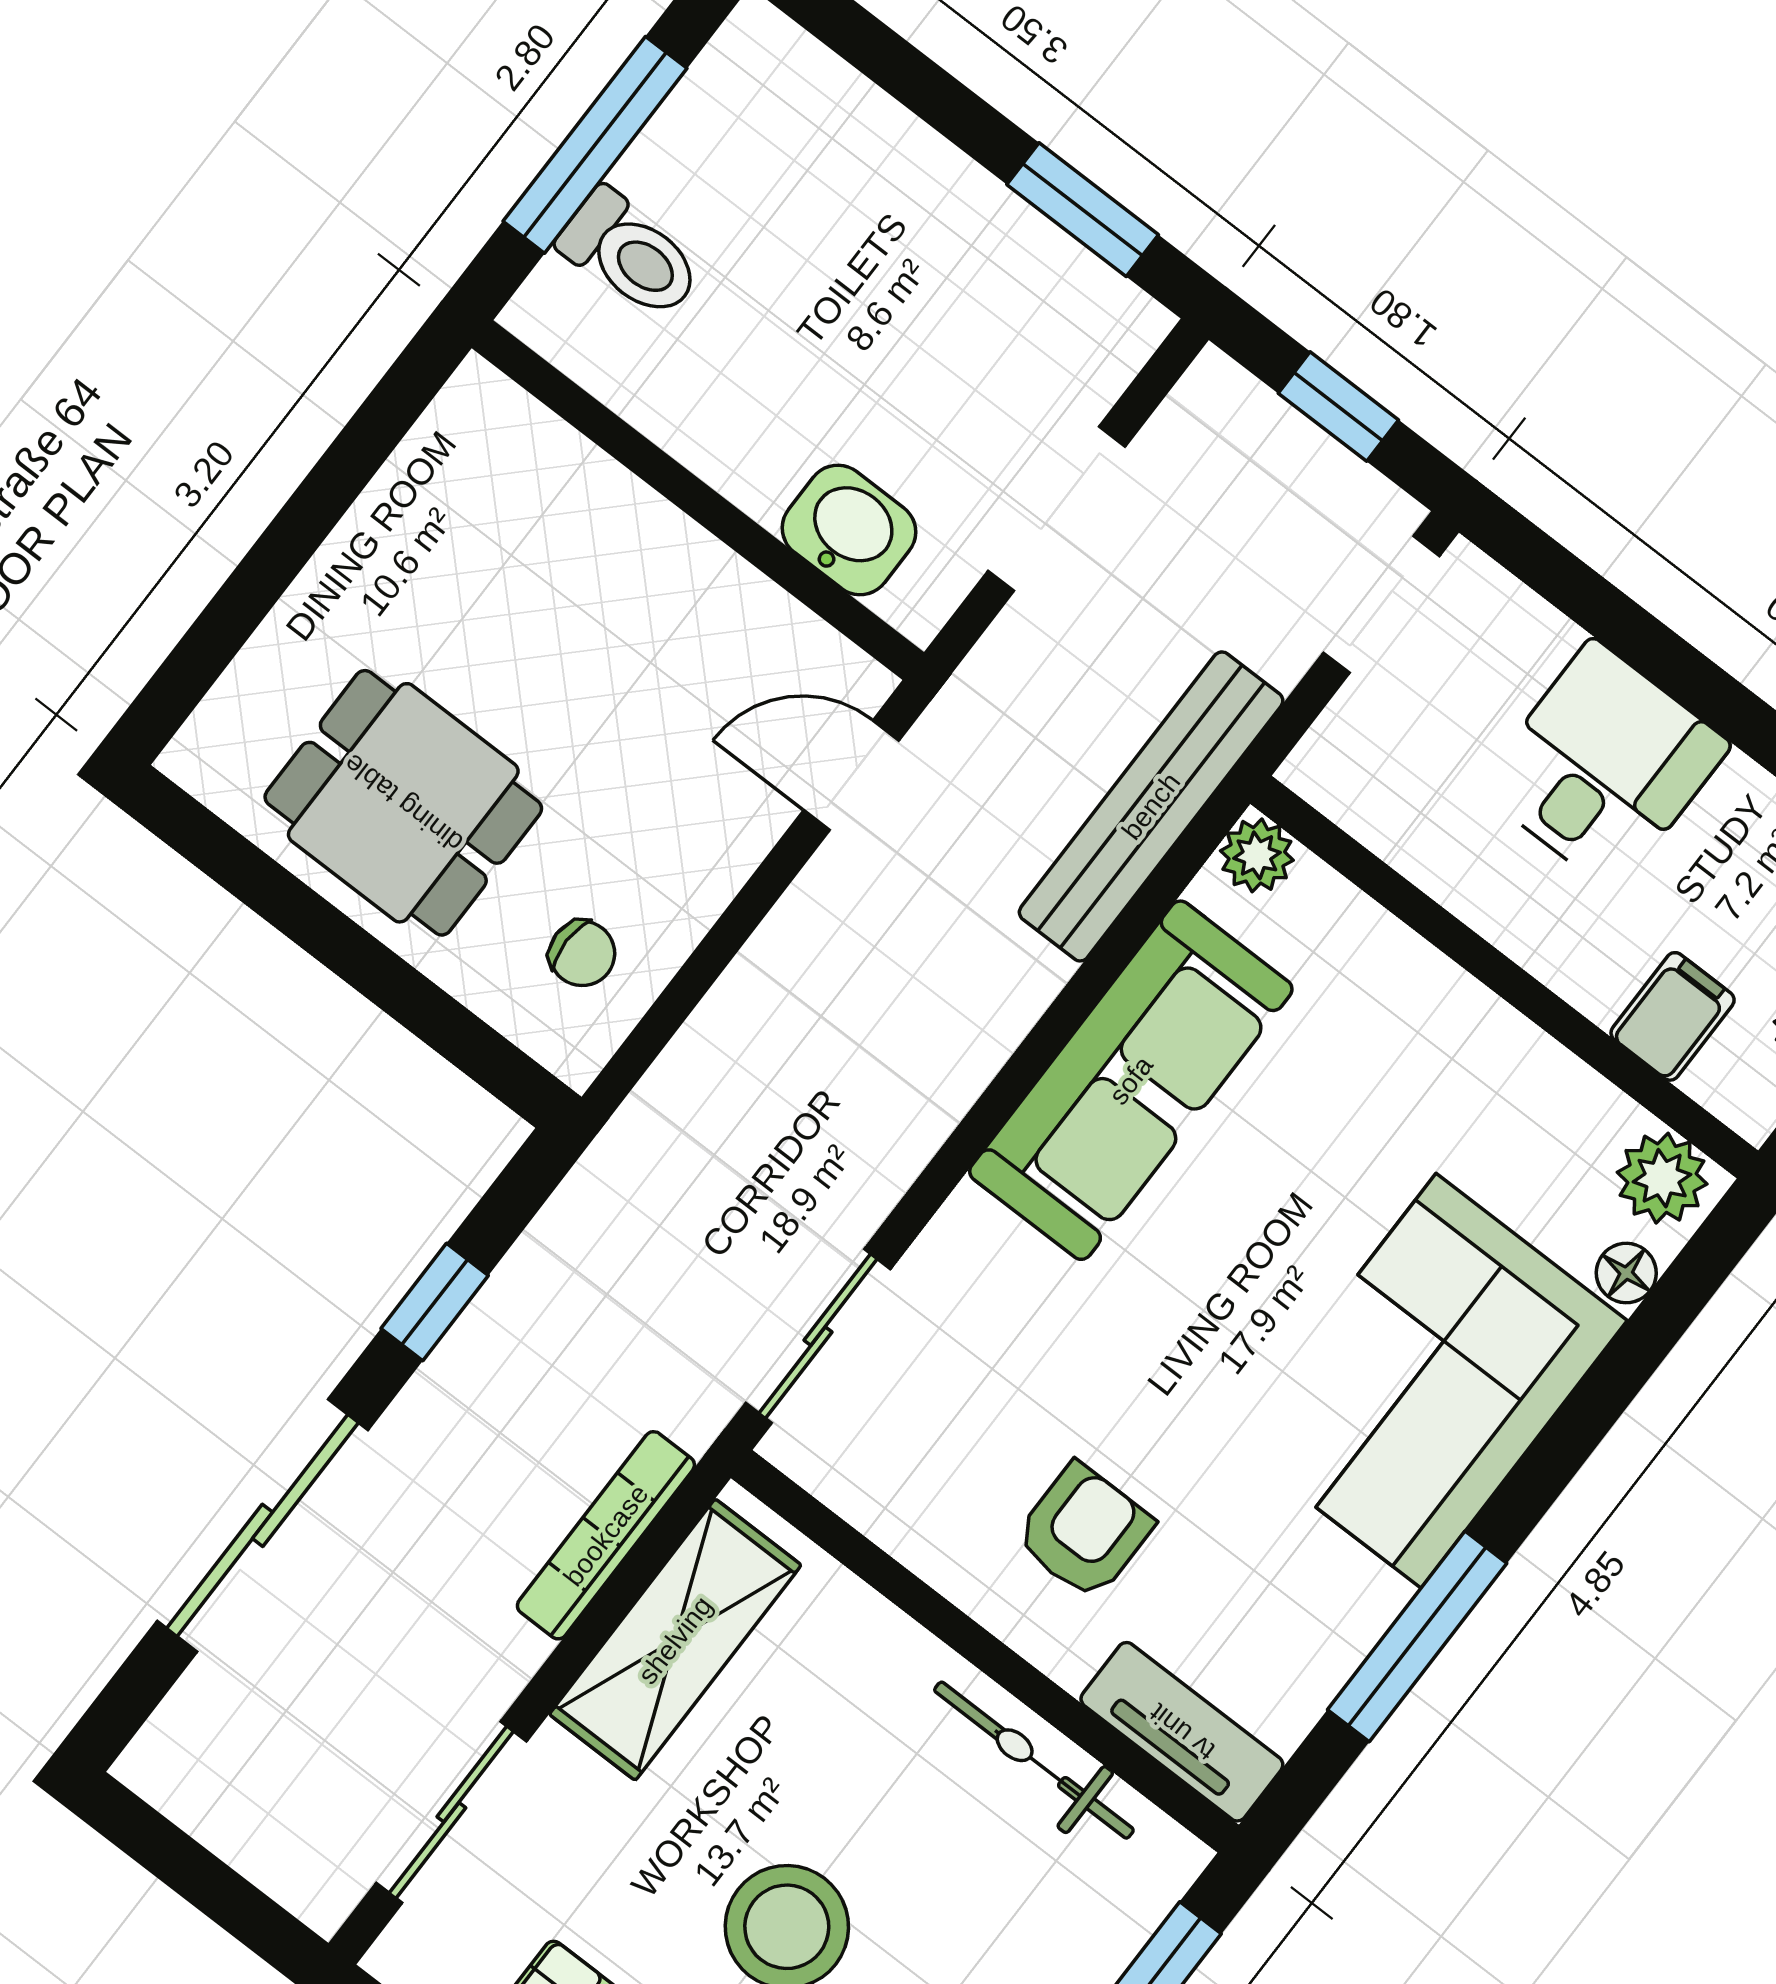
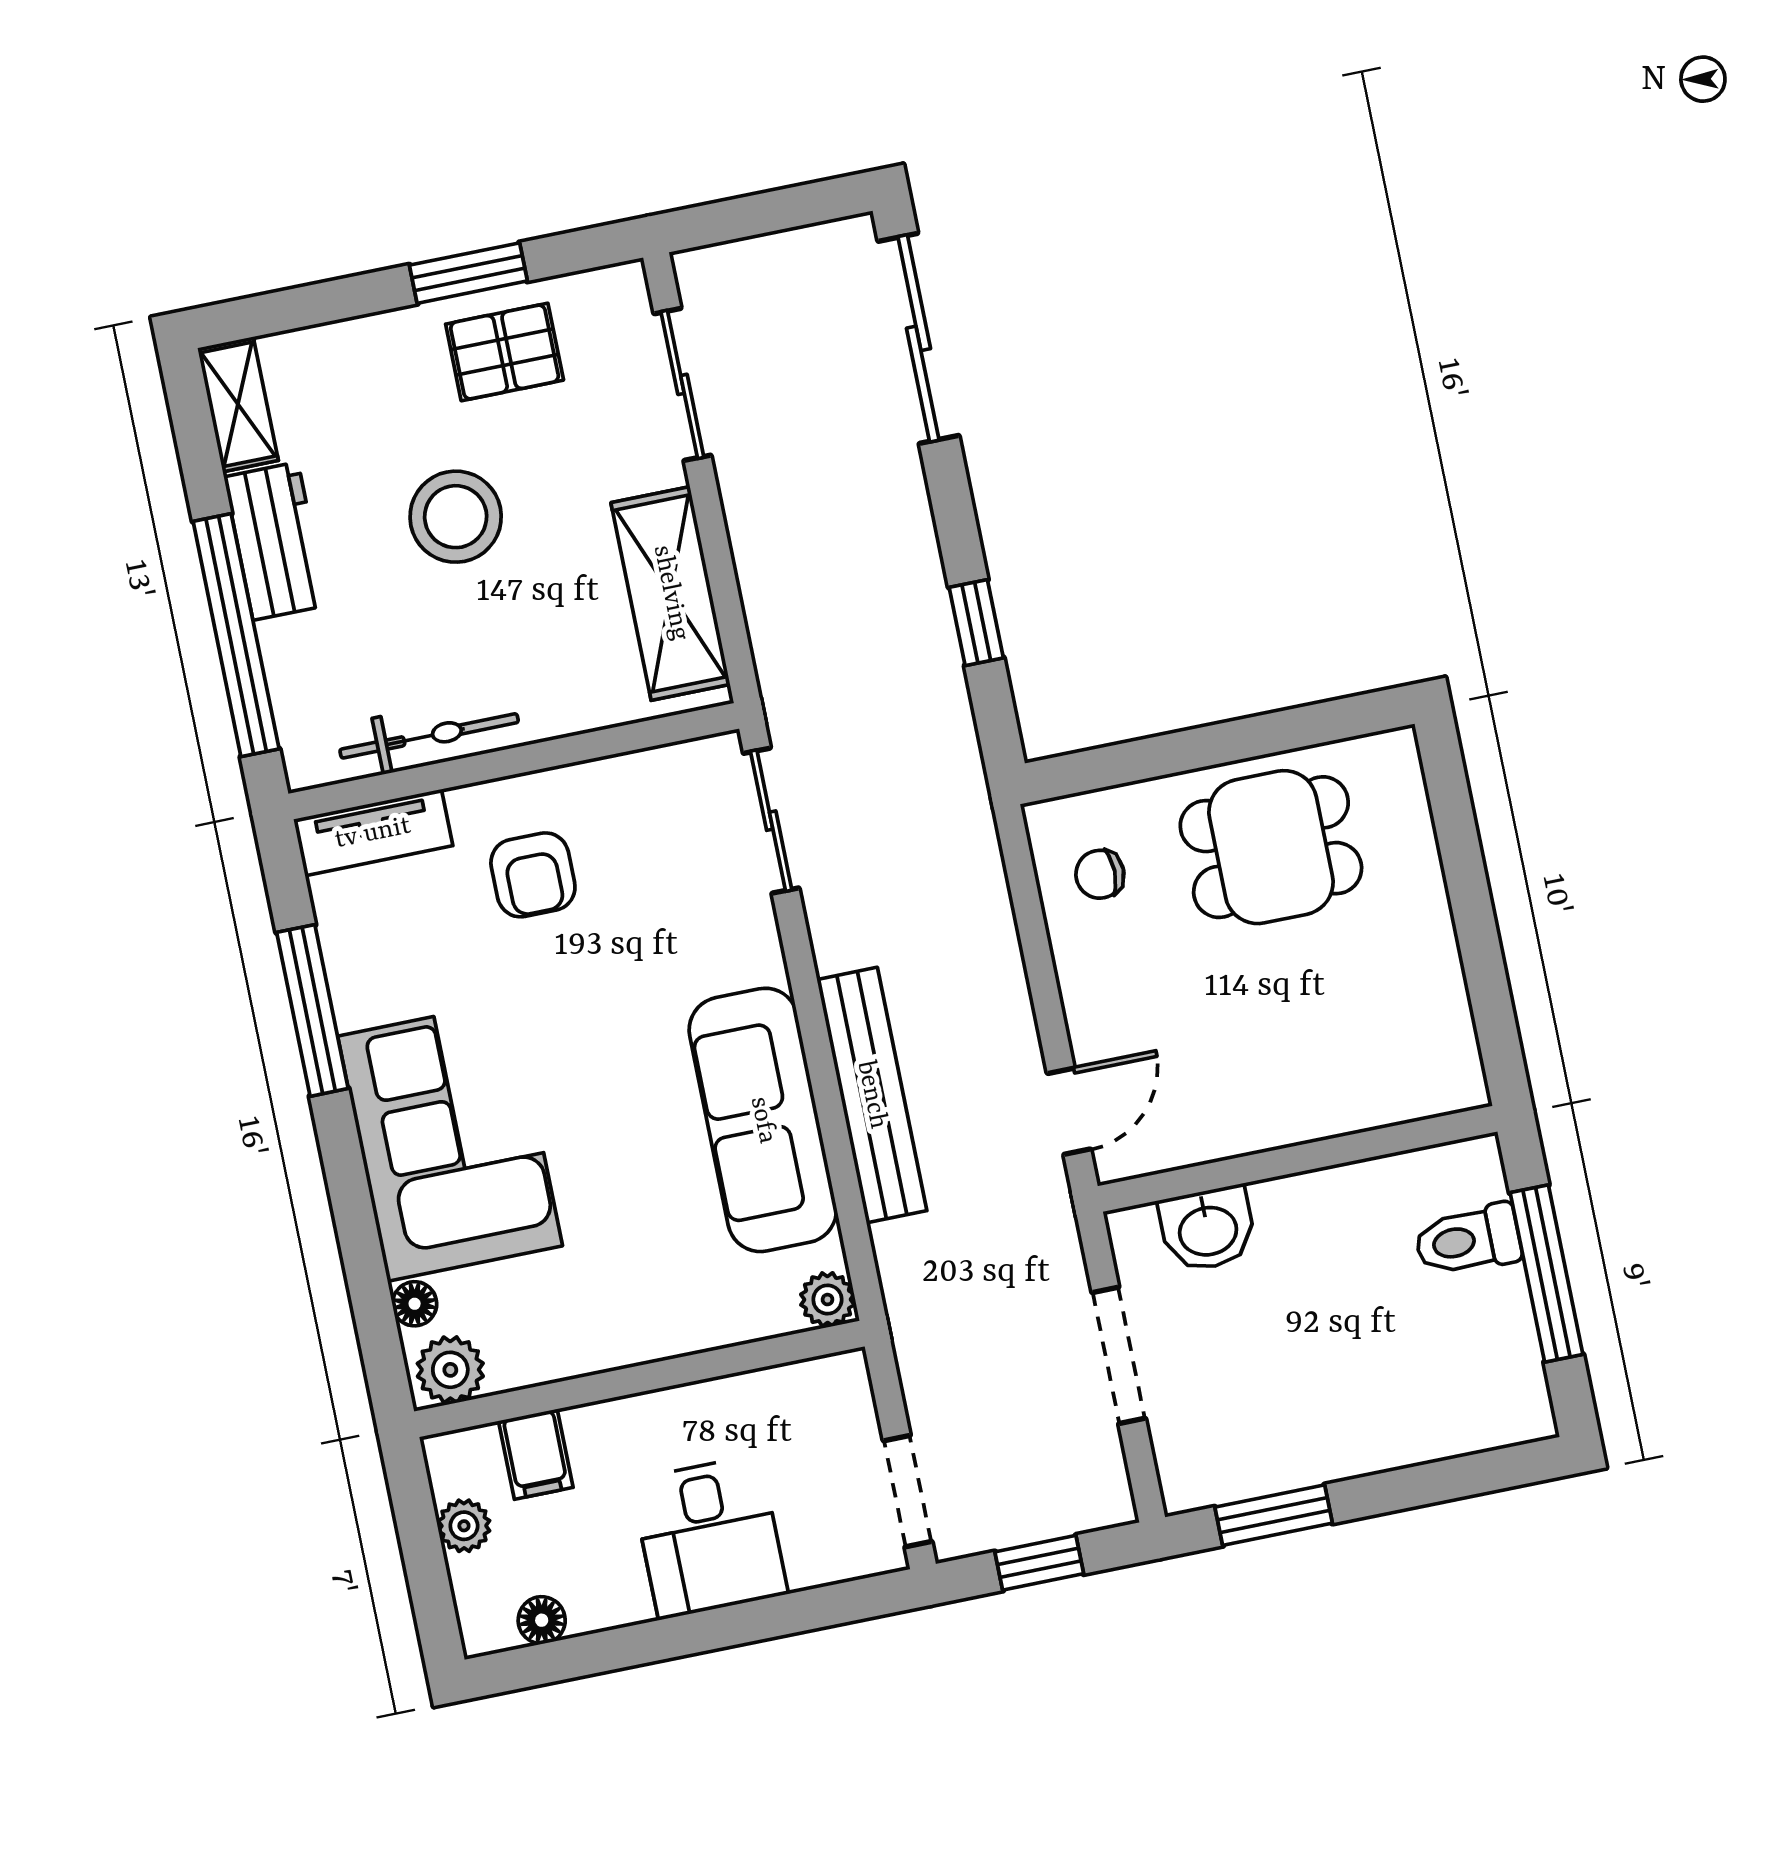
bench: (1151, 806) -> (872, 1095), moved
sliding door: (263, 1525) -> (918, 338), moved
bookcase: (606, 1535) -> (763, 605), removed

